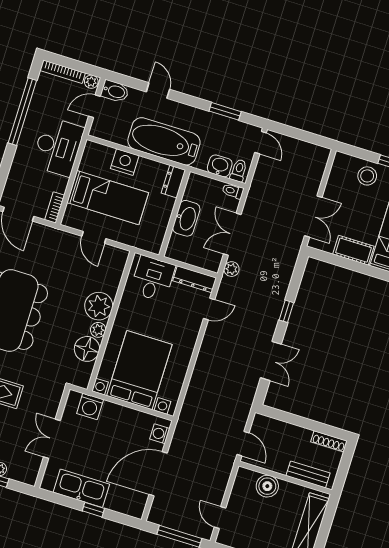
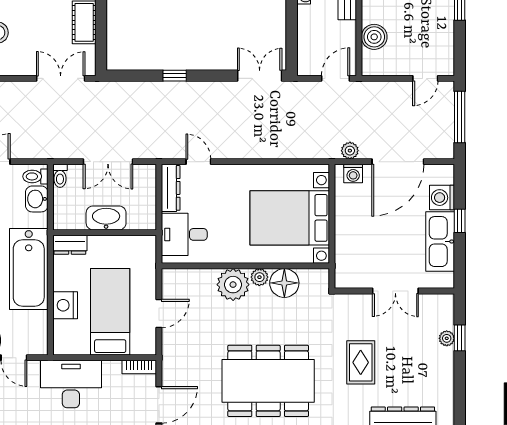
plant: (232, 269) -> (350, 151), moved
double door: (271, 361) -> (260, 76), moved
washing machine: (90, 406) -> (442, 198), moved, turned 180
door: (158, 474) -> (398, 162), hinge flipped

